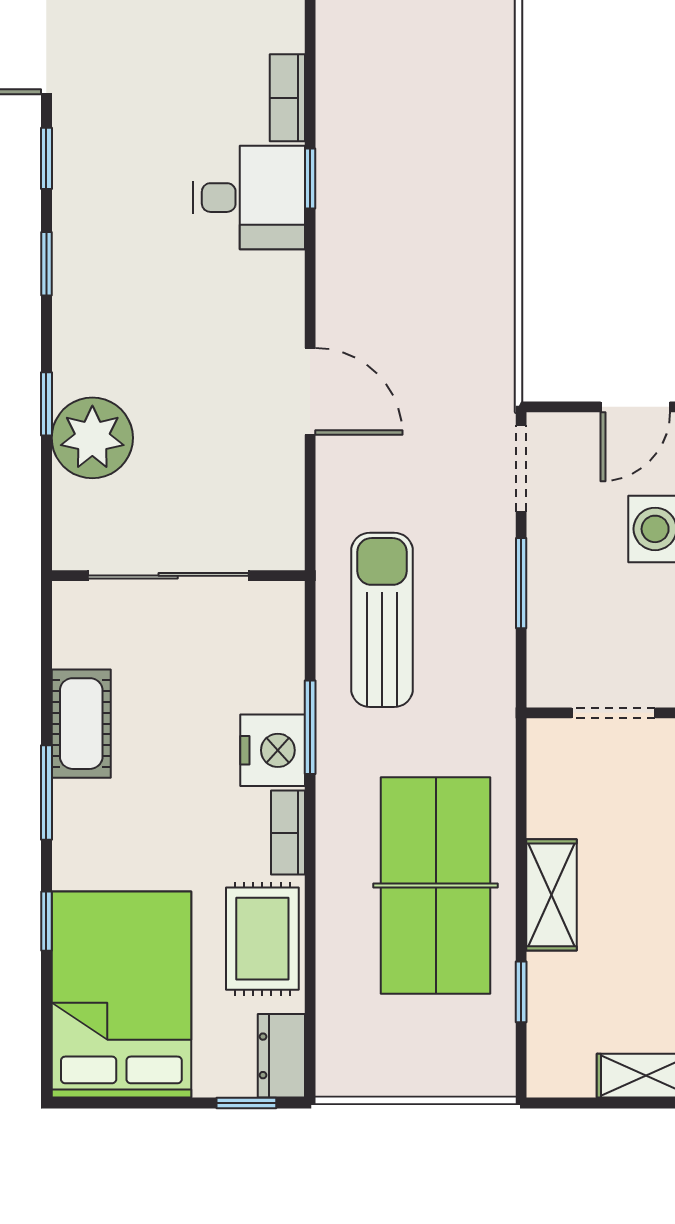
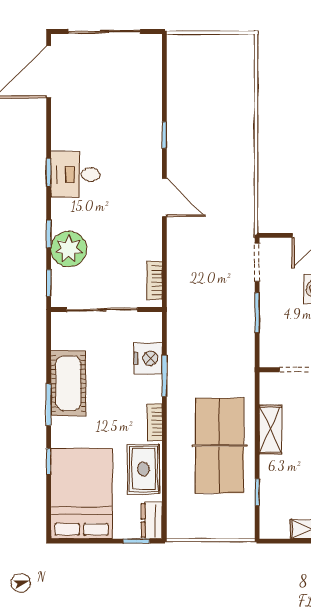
bookcase: (287, 98) -> (154, 280), moved
window: (46, 158) -> (49, 283), moved
desk: (249, 198) -> (75, 174), moved, turned 180
door: (310, 391) -> (164, 197), moved
sun lounger: (382, 620) -> (196, 329), removed
cot: (81, 724) -> (68, 383), width x1.37, depth x1.34
nightstand: (273, 750) -> (148, 358), moved
shelving: (551, 895) -> (270, 430), moved

